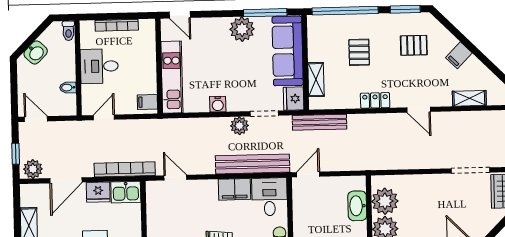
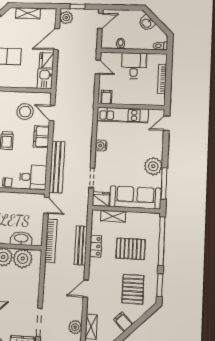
pallet: (414, 45) -> (133, 289), width x1.50, depth x1.42
pallet: (359, 52) -> (131, 249), width x1.50, depth x1.42
locker: (375, 100) -> (95, 246), moved
bench: (319, 122) -> (81, 245), moved
plant: (239, 126) -> (75, 327), moved
bookcase: (125, 169) -> (51, 241), moved
door: (175, 178) -> (52, 113), swing flipped
door: (66, 180) -> (57, 39), hinge flipped
filing cabinet: (235, 189) -> (41, 137), moved
stool: (176, 217) -> (25, 112), added

